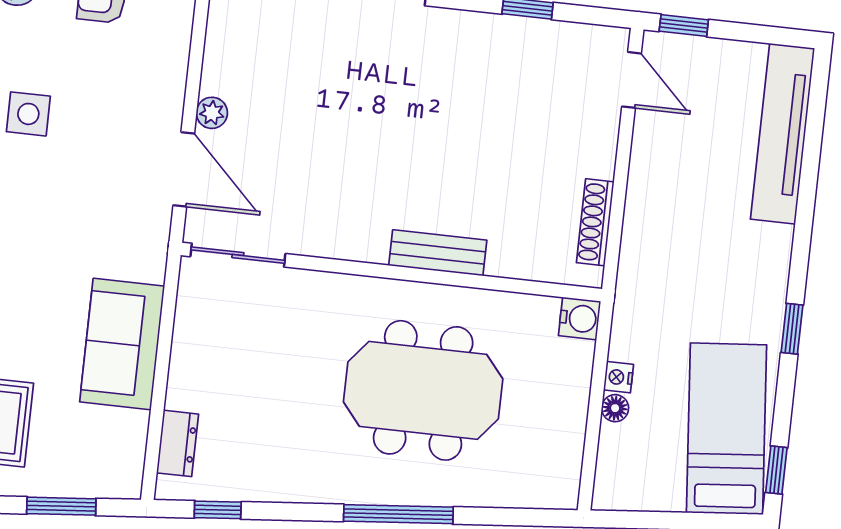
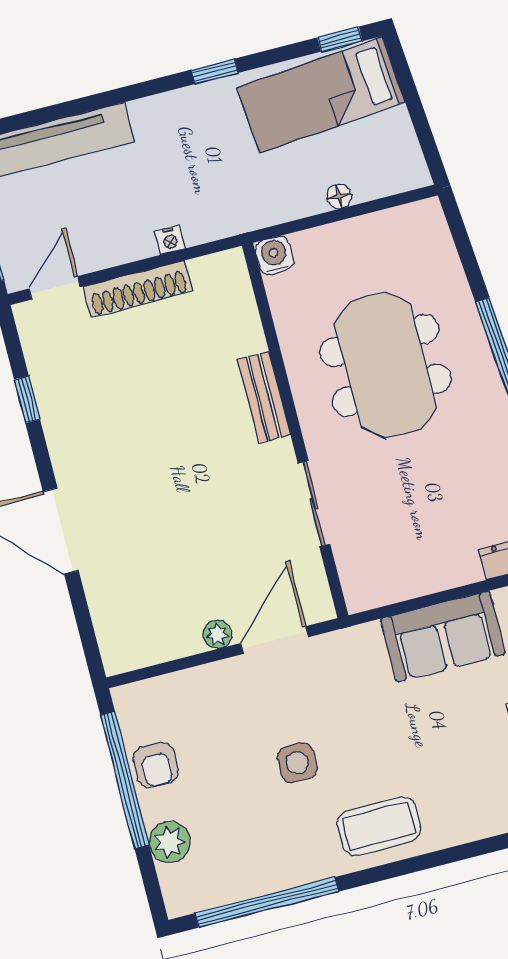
side table: (28, 114) -> (297, 763), moved
shoe rack: (595, 222) -> (138, 289), moved, width x1.36, depth x1.24
sliding door: (238, 255) -> (314, 504), moved
nightstand: (619, 377) -> (170, 240), moved

